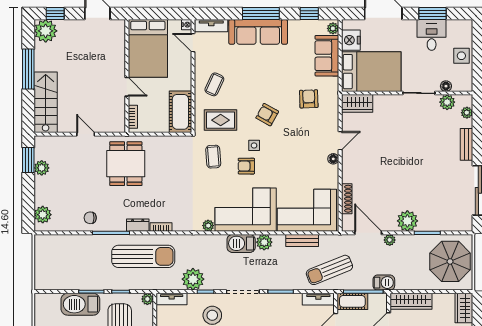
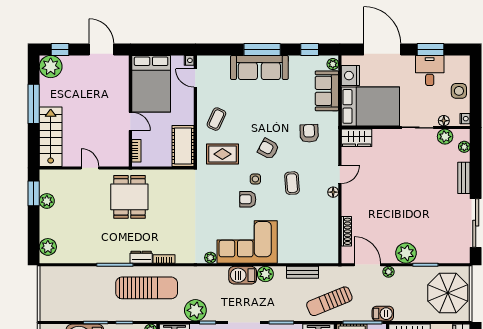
tv unit: (211, 26) -> (213, 61), removed
nightstand: (468, 84) -> (465, 119), added
coffee table: (213, 157) -> (292, 183), moved
corner sofa: (307, 210) -> (307, 243), removed
chair: (90, 218) -> (94, 250), removed

